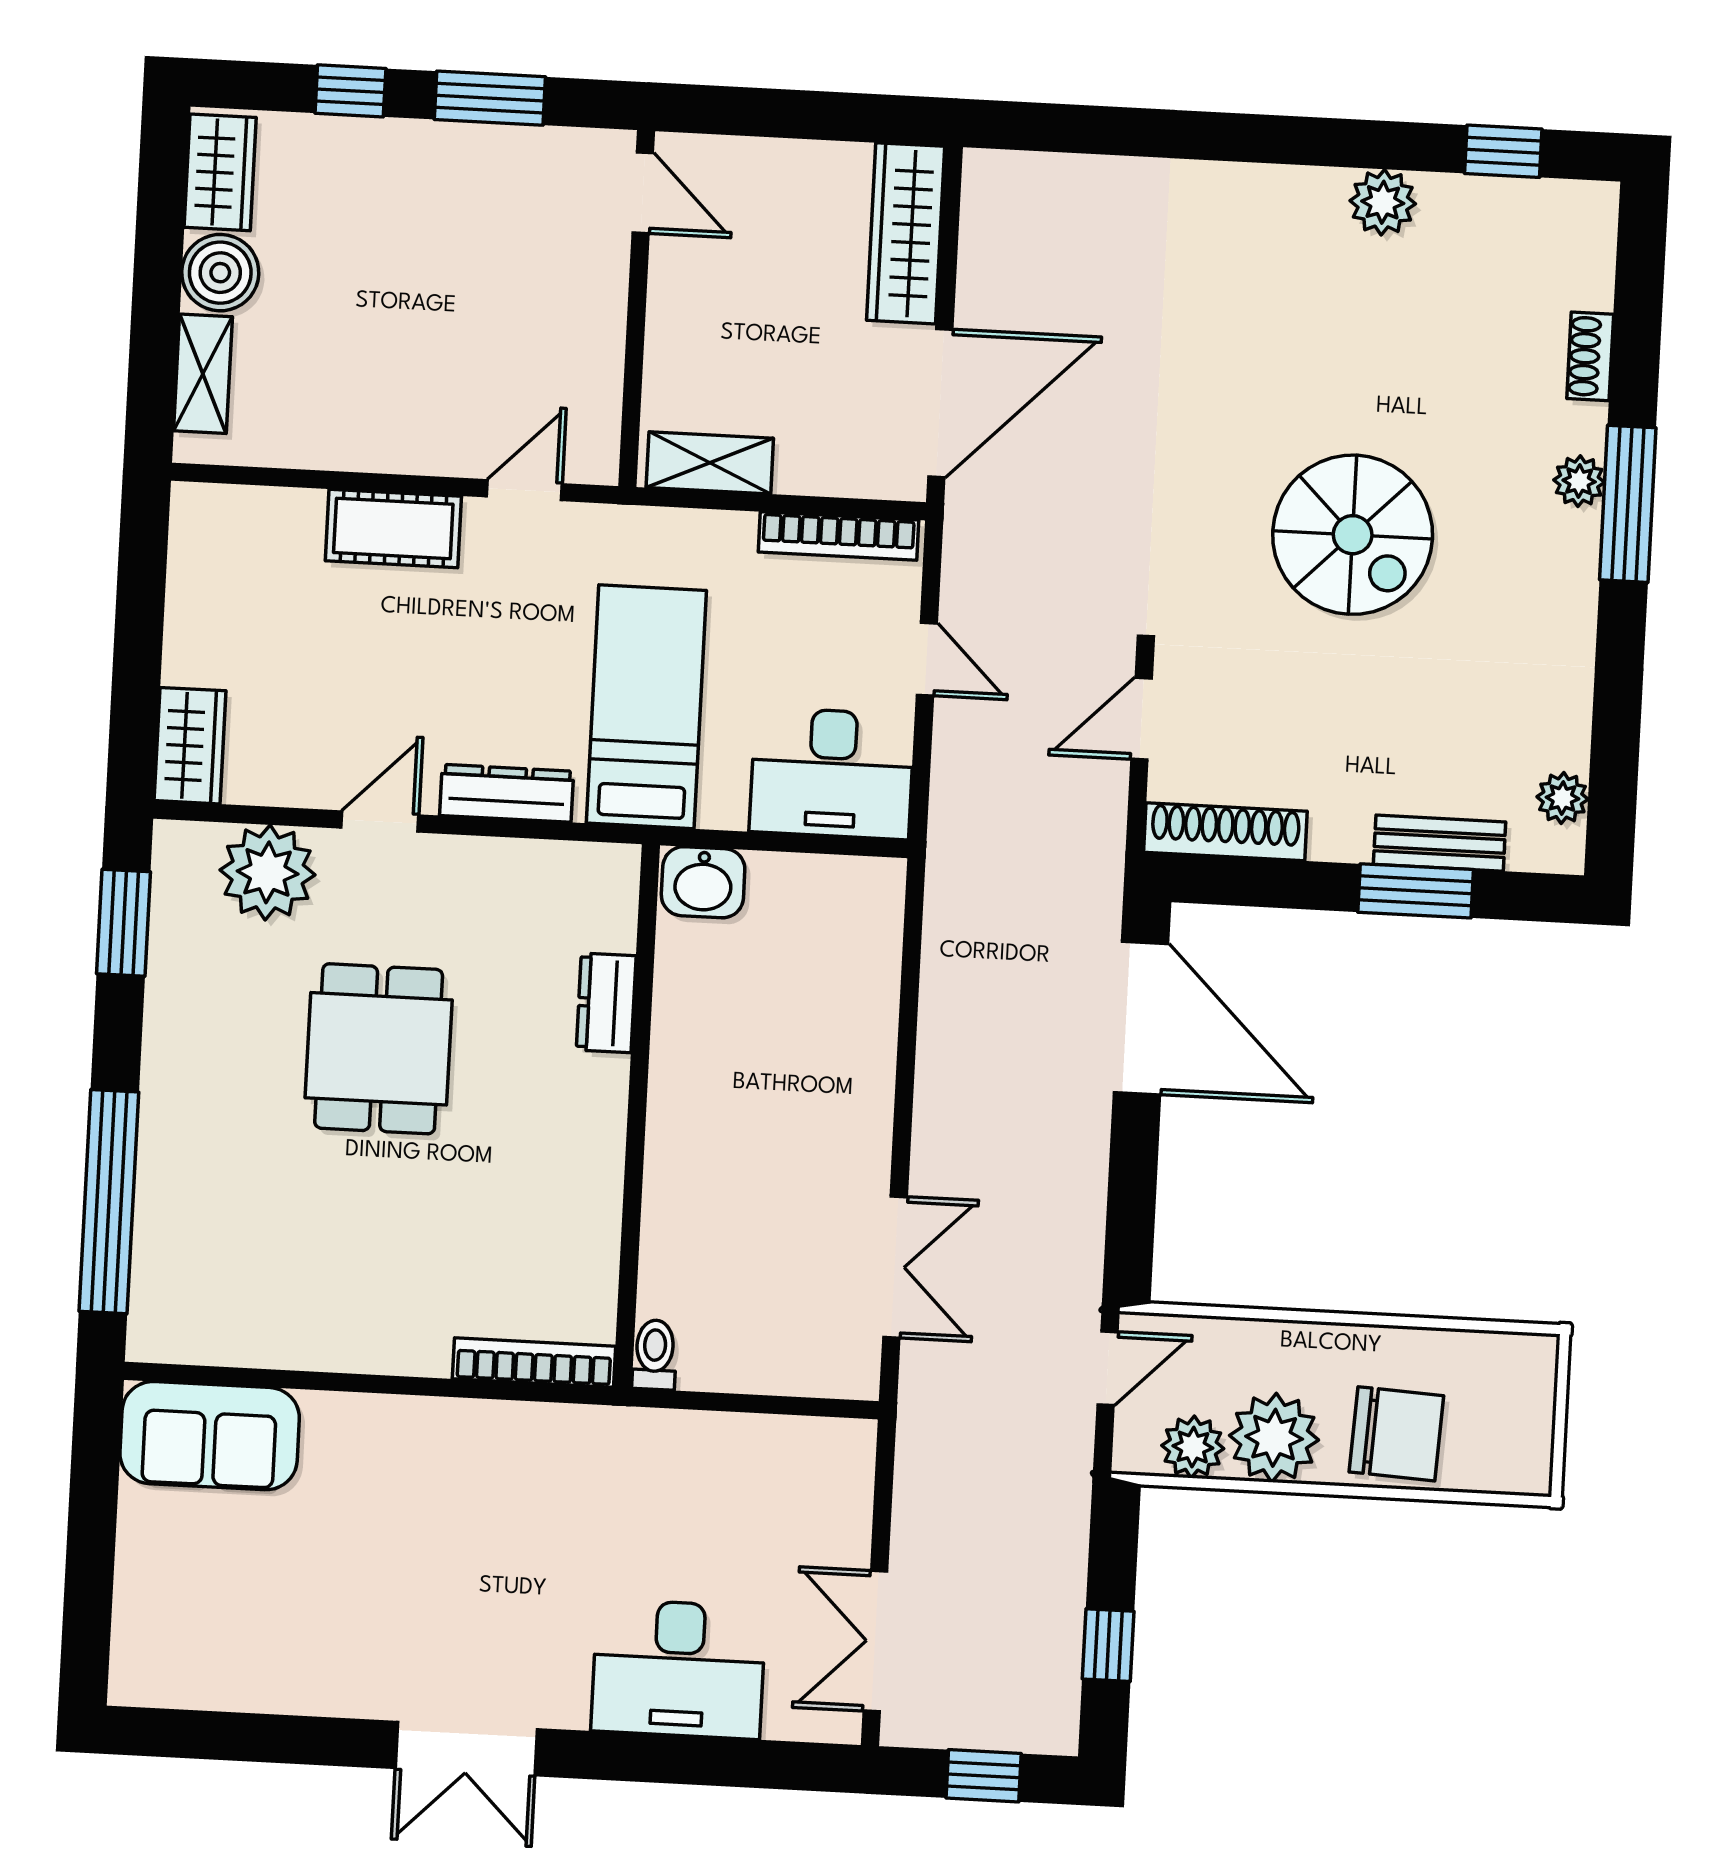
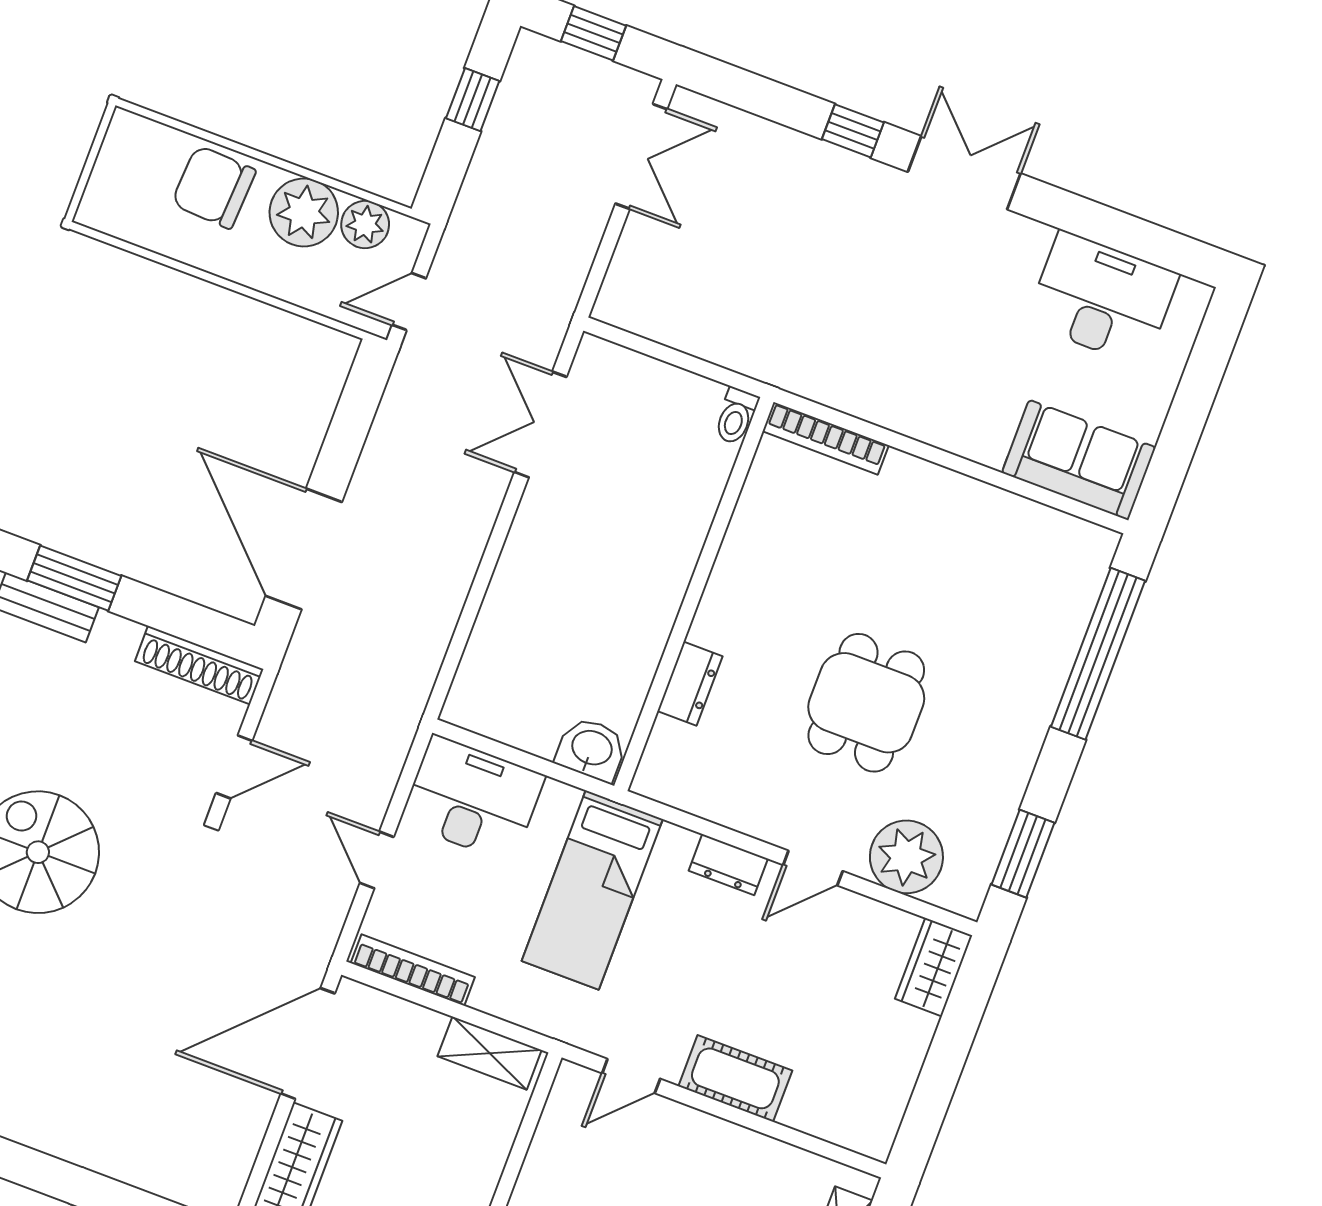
dresser: (507, 793) -> (728, 865), width x0.70
desk: (678, 1669) -> (1102, 298), moved
window: (622, 1757) -> (853, 131), added

